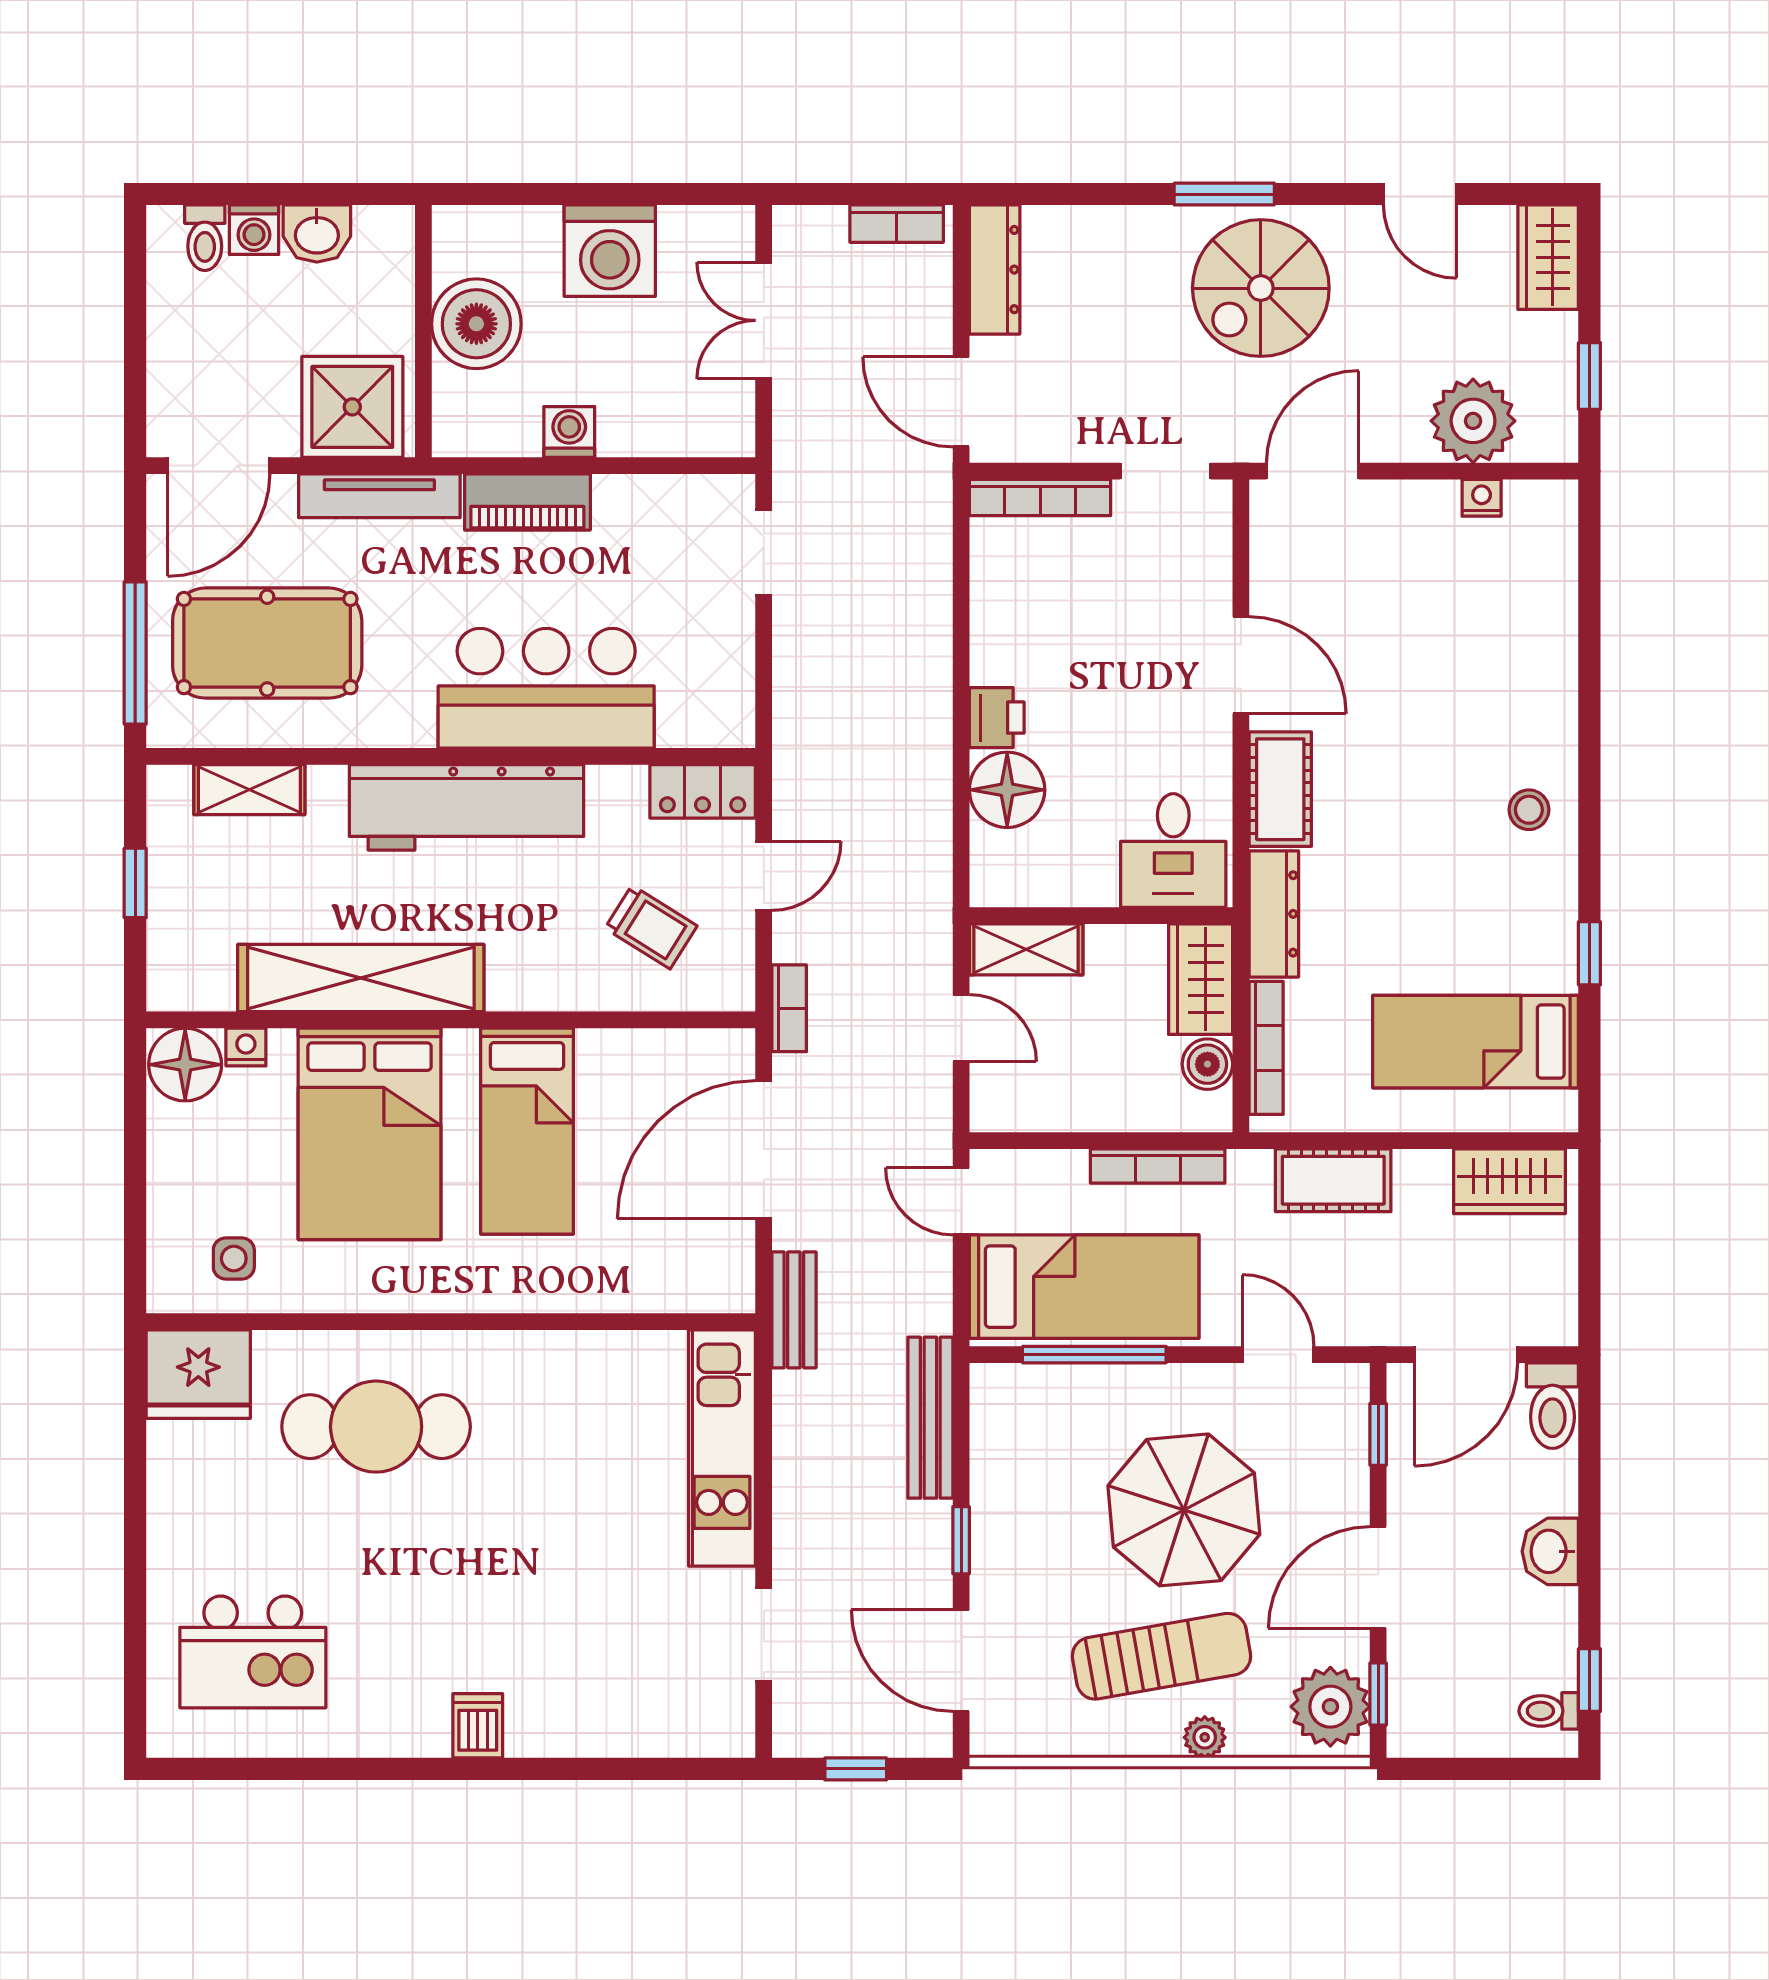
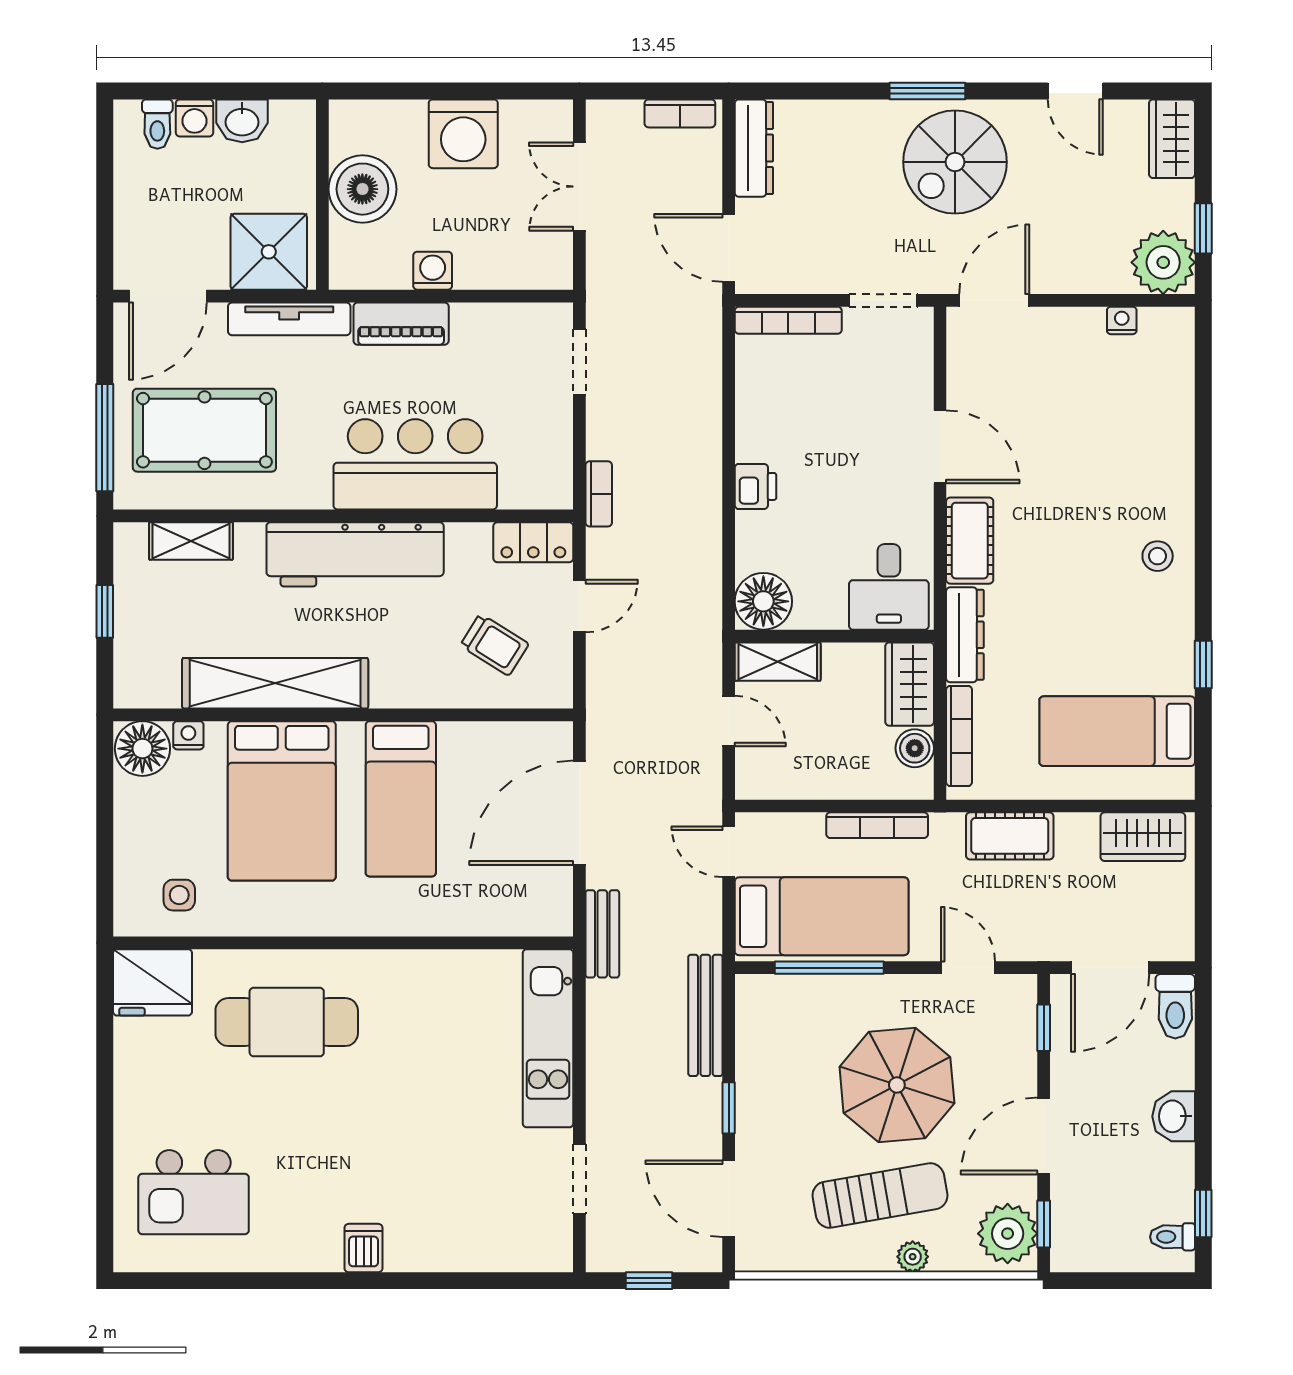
plant: (1473, 421) -> (1163, 262), moved
floor lamp: (1007, 790) -> (763, 601), moved
bookcase: (789, 1008) -> (599, 494), moved

